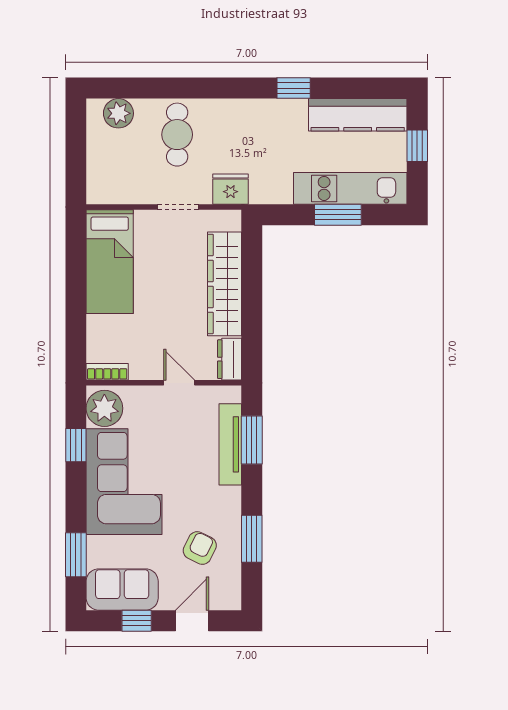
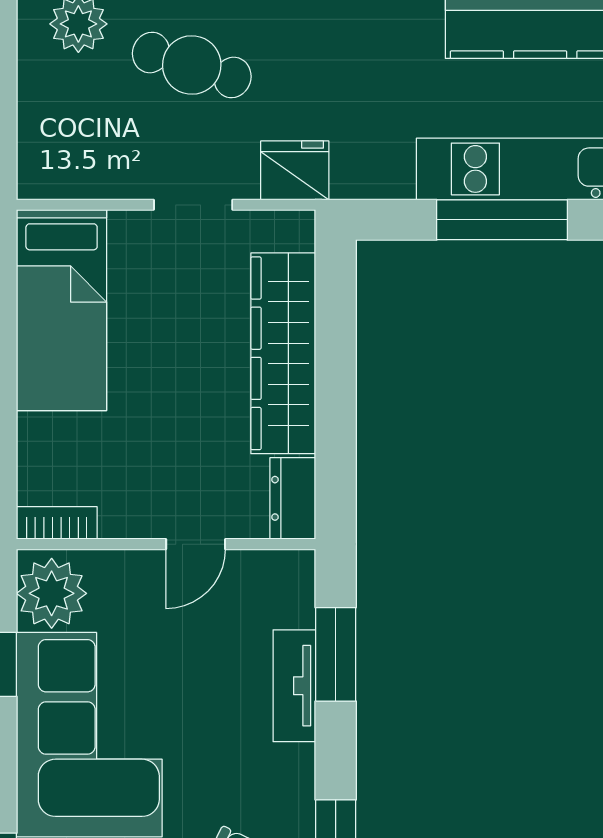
cafe table: (177, 135) -> (192, 65), turned -73
window: (338, 215) -> (502, 220), width x1.44
door: (179, 383) -> (196, 544), swing flipped
tv unit: (230, 444) -> (294, 686), width x0.71

